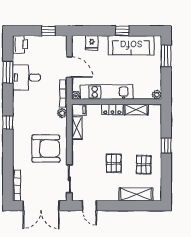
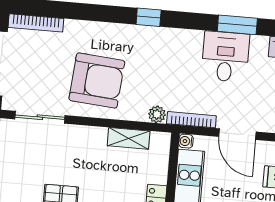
door: (69, 67) -> (237, 134), hinge flipped
filing cabinet: (79, 110) -> (160, 145), removed
armchair: (46, 149) -> (97, 81), turned -85

